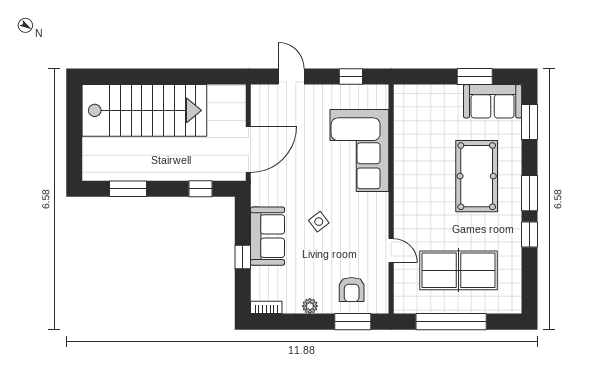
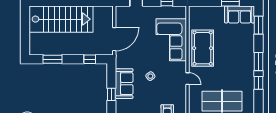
pool table: (477, 176) -> (203, 48), moved
door: (391, 250) -> (188, 79), moved

